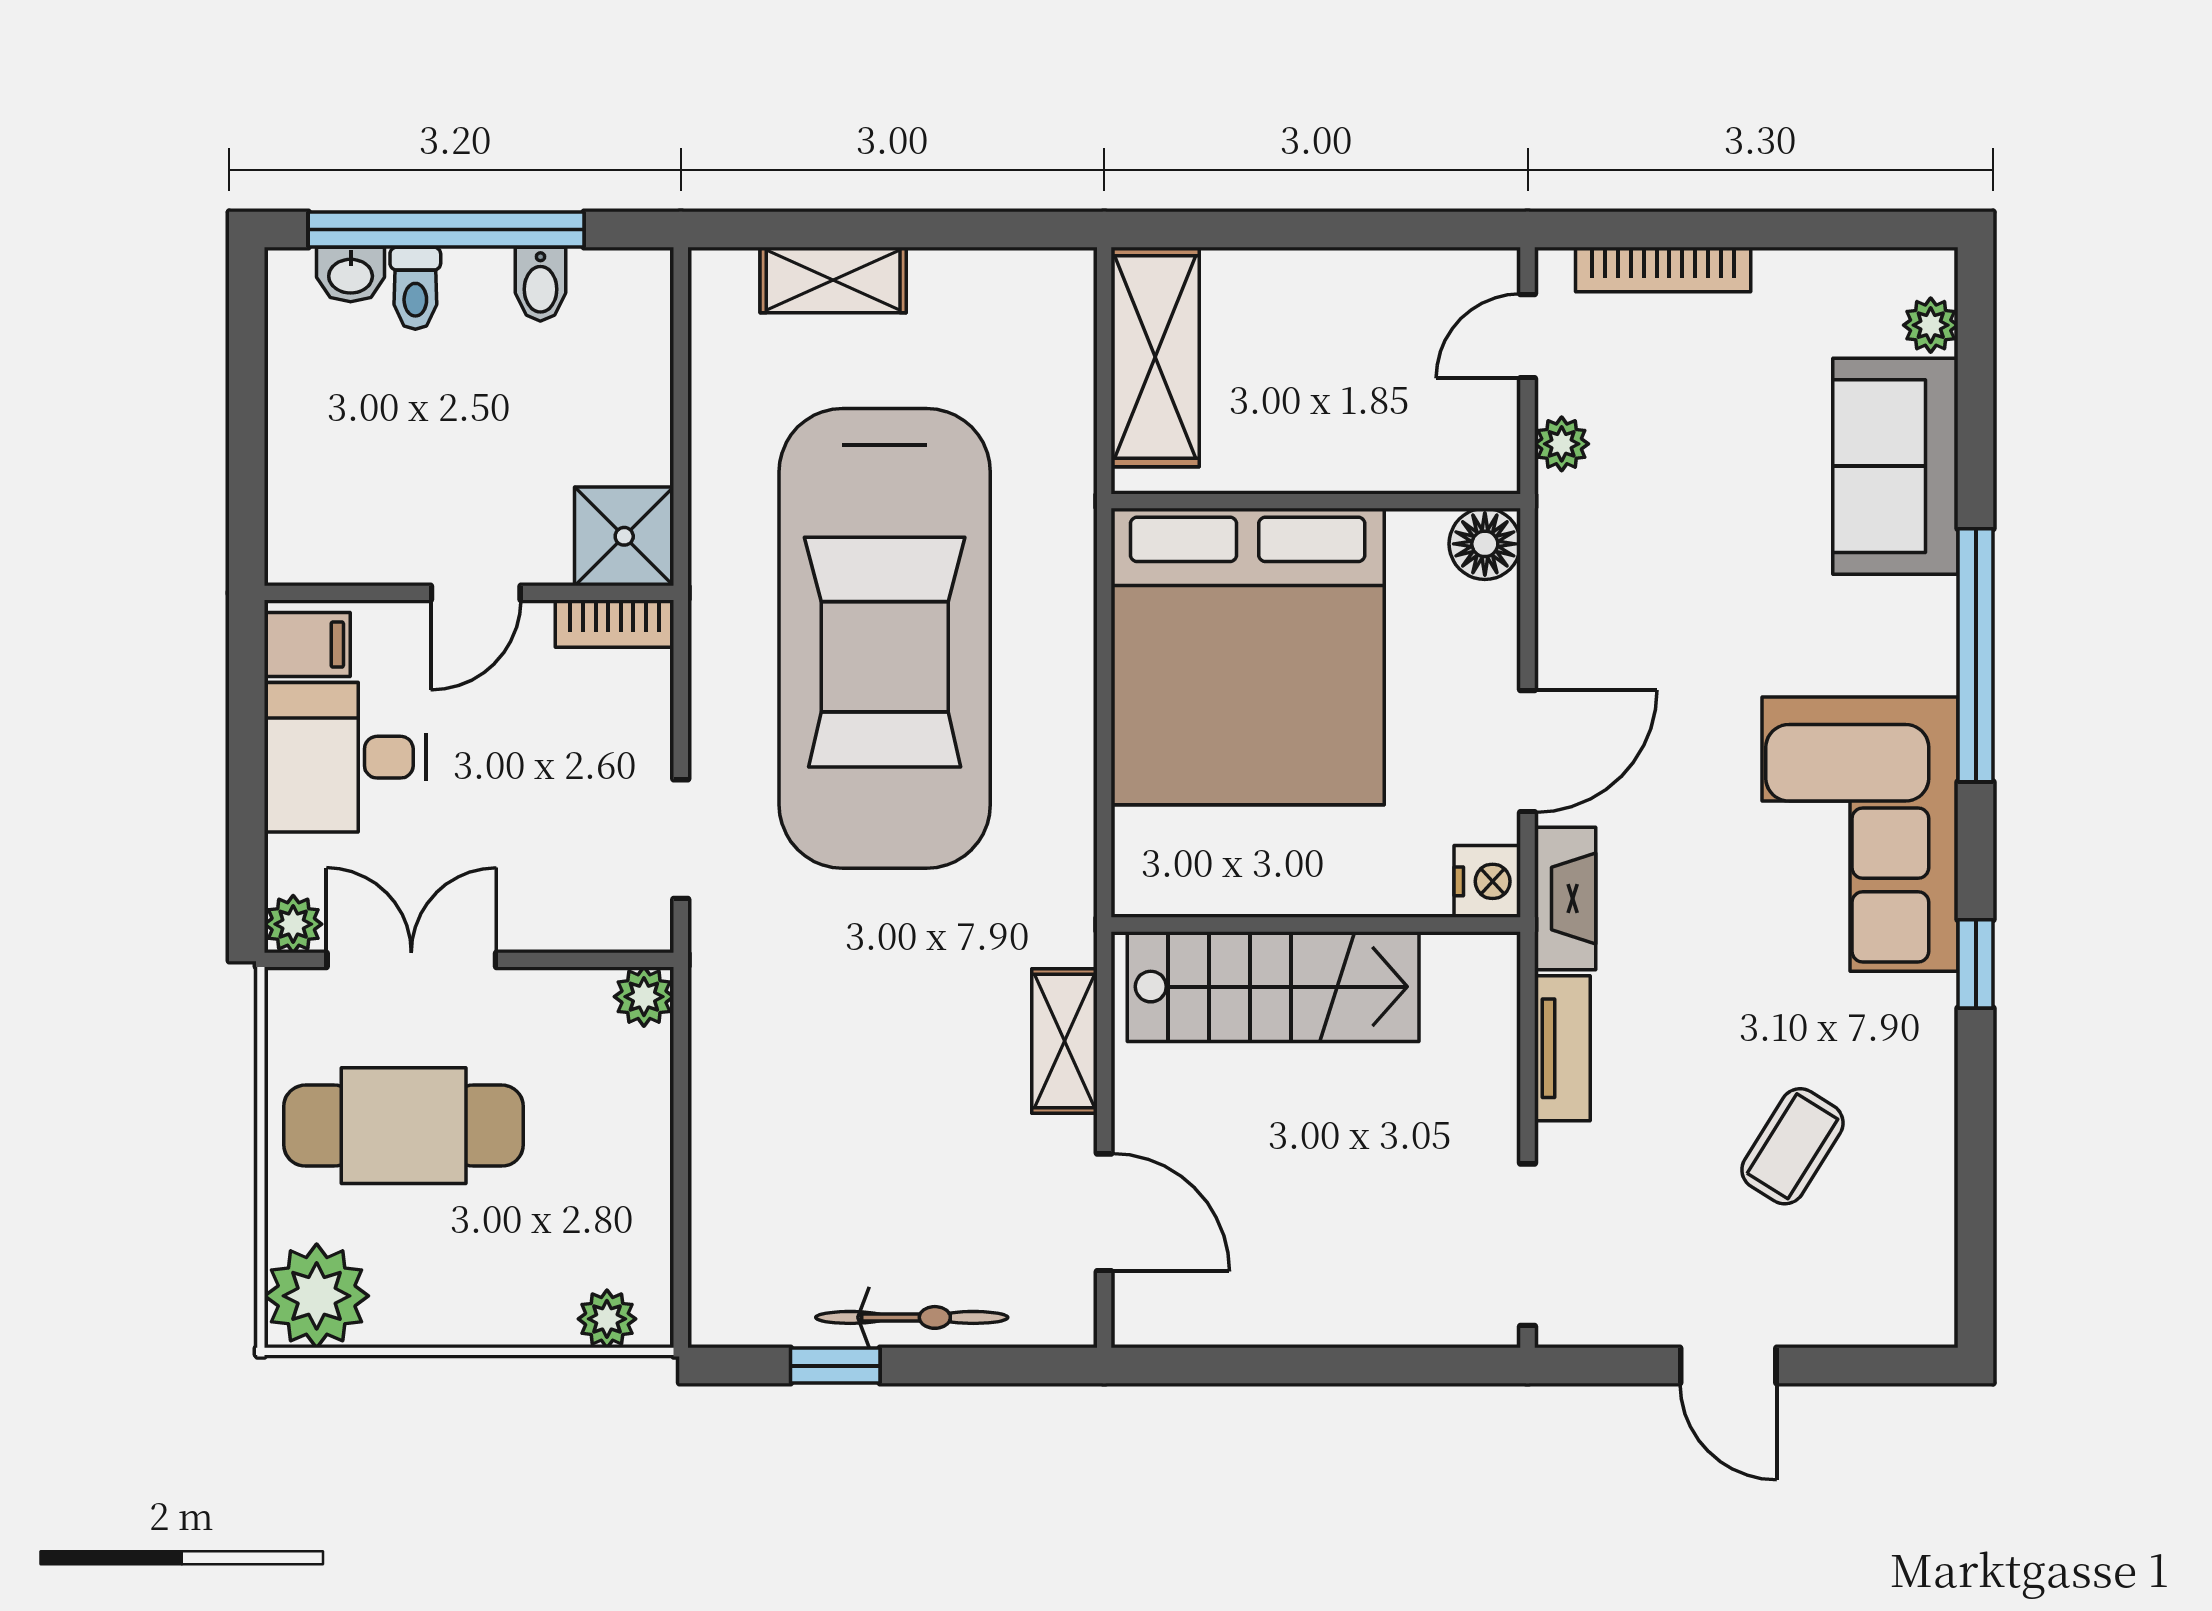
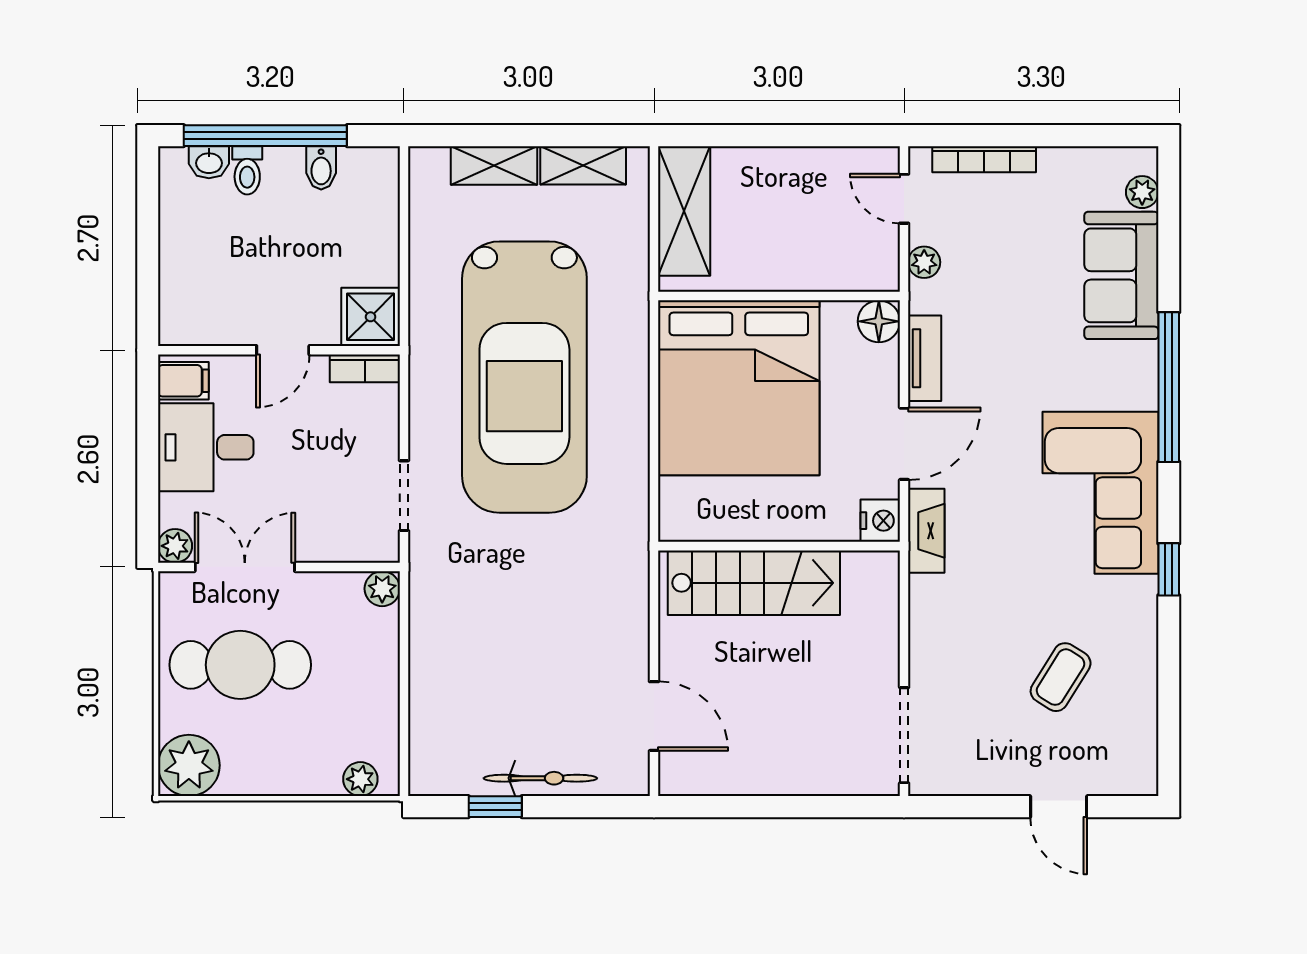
door: (1528, 336) -> (904, 199), hinge flipped
shelving: (1065, 1041) -> (583, 165), moved, turned 90
tv unit: (1562, 1048) -> (925, 358), moved
door: (1728, 1366) -> (1059, 807), moved

